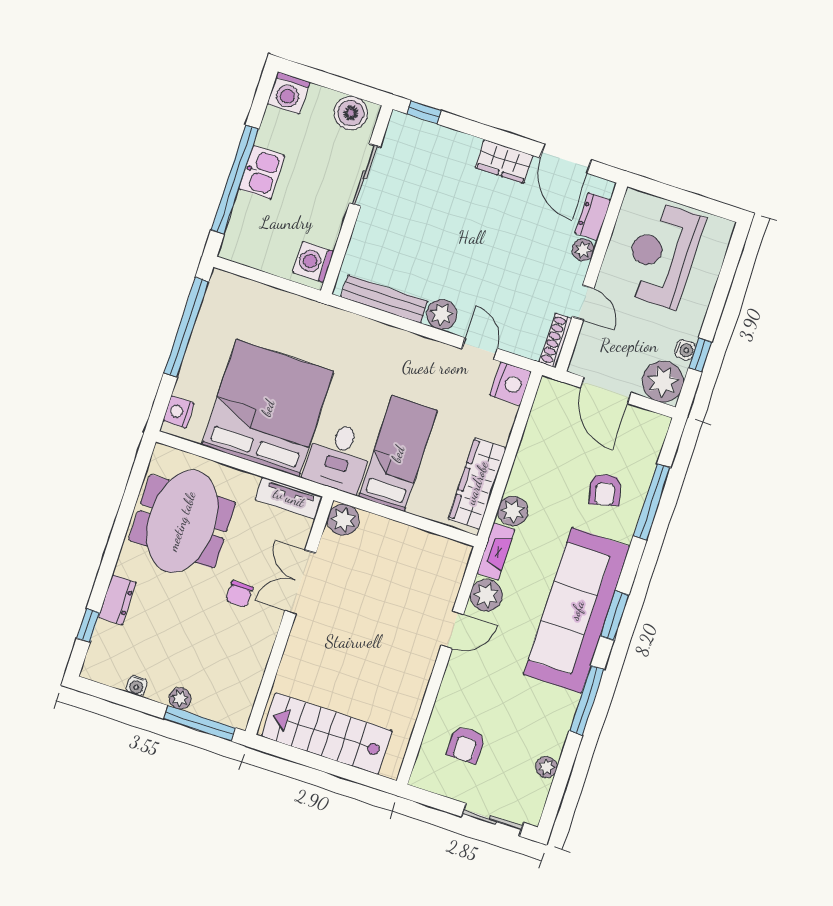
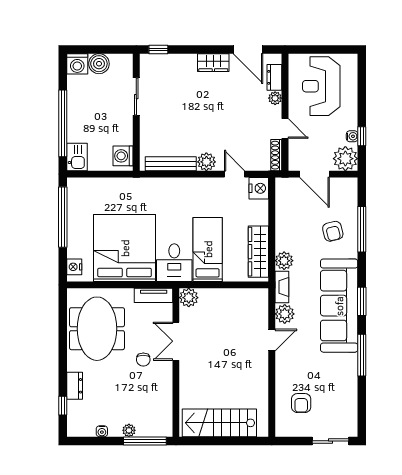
boiler: (351, 113) -> (99, 64), moved
kitchen sink: (262, 172) -> (77, 157), moved
plant: (546, 767) -> (351, 401), removed

